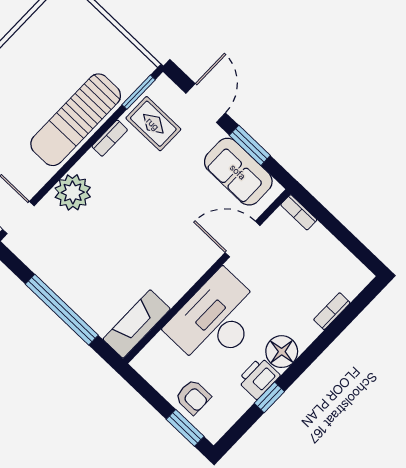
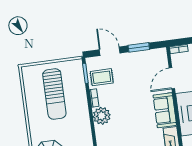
sun lounger: (76, 120) -> (54, 94), moved
sofa: (238, 172) -> (165, 110), moved, turned 90
plant: (73, 192) -> (102, 116), moved

